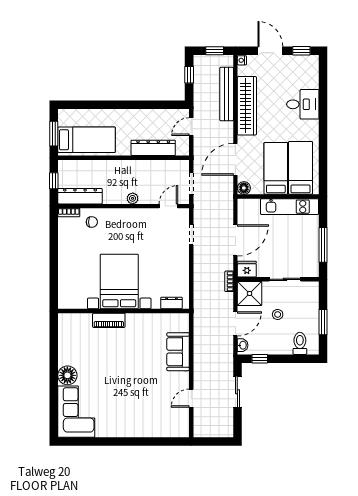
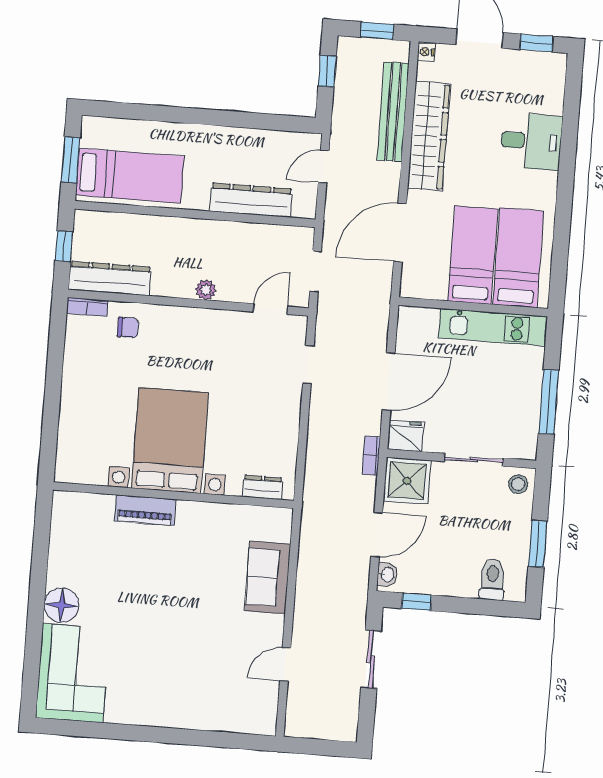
floor lamp: (244, 188) -> (411, 286), removed
stool: (278, 314) -> (518, 484), moved

